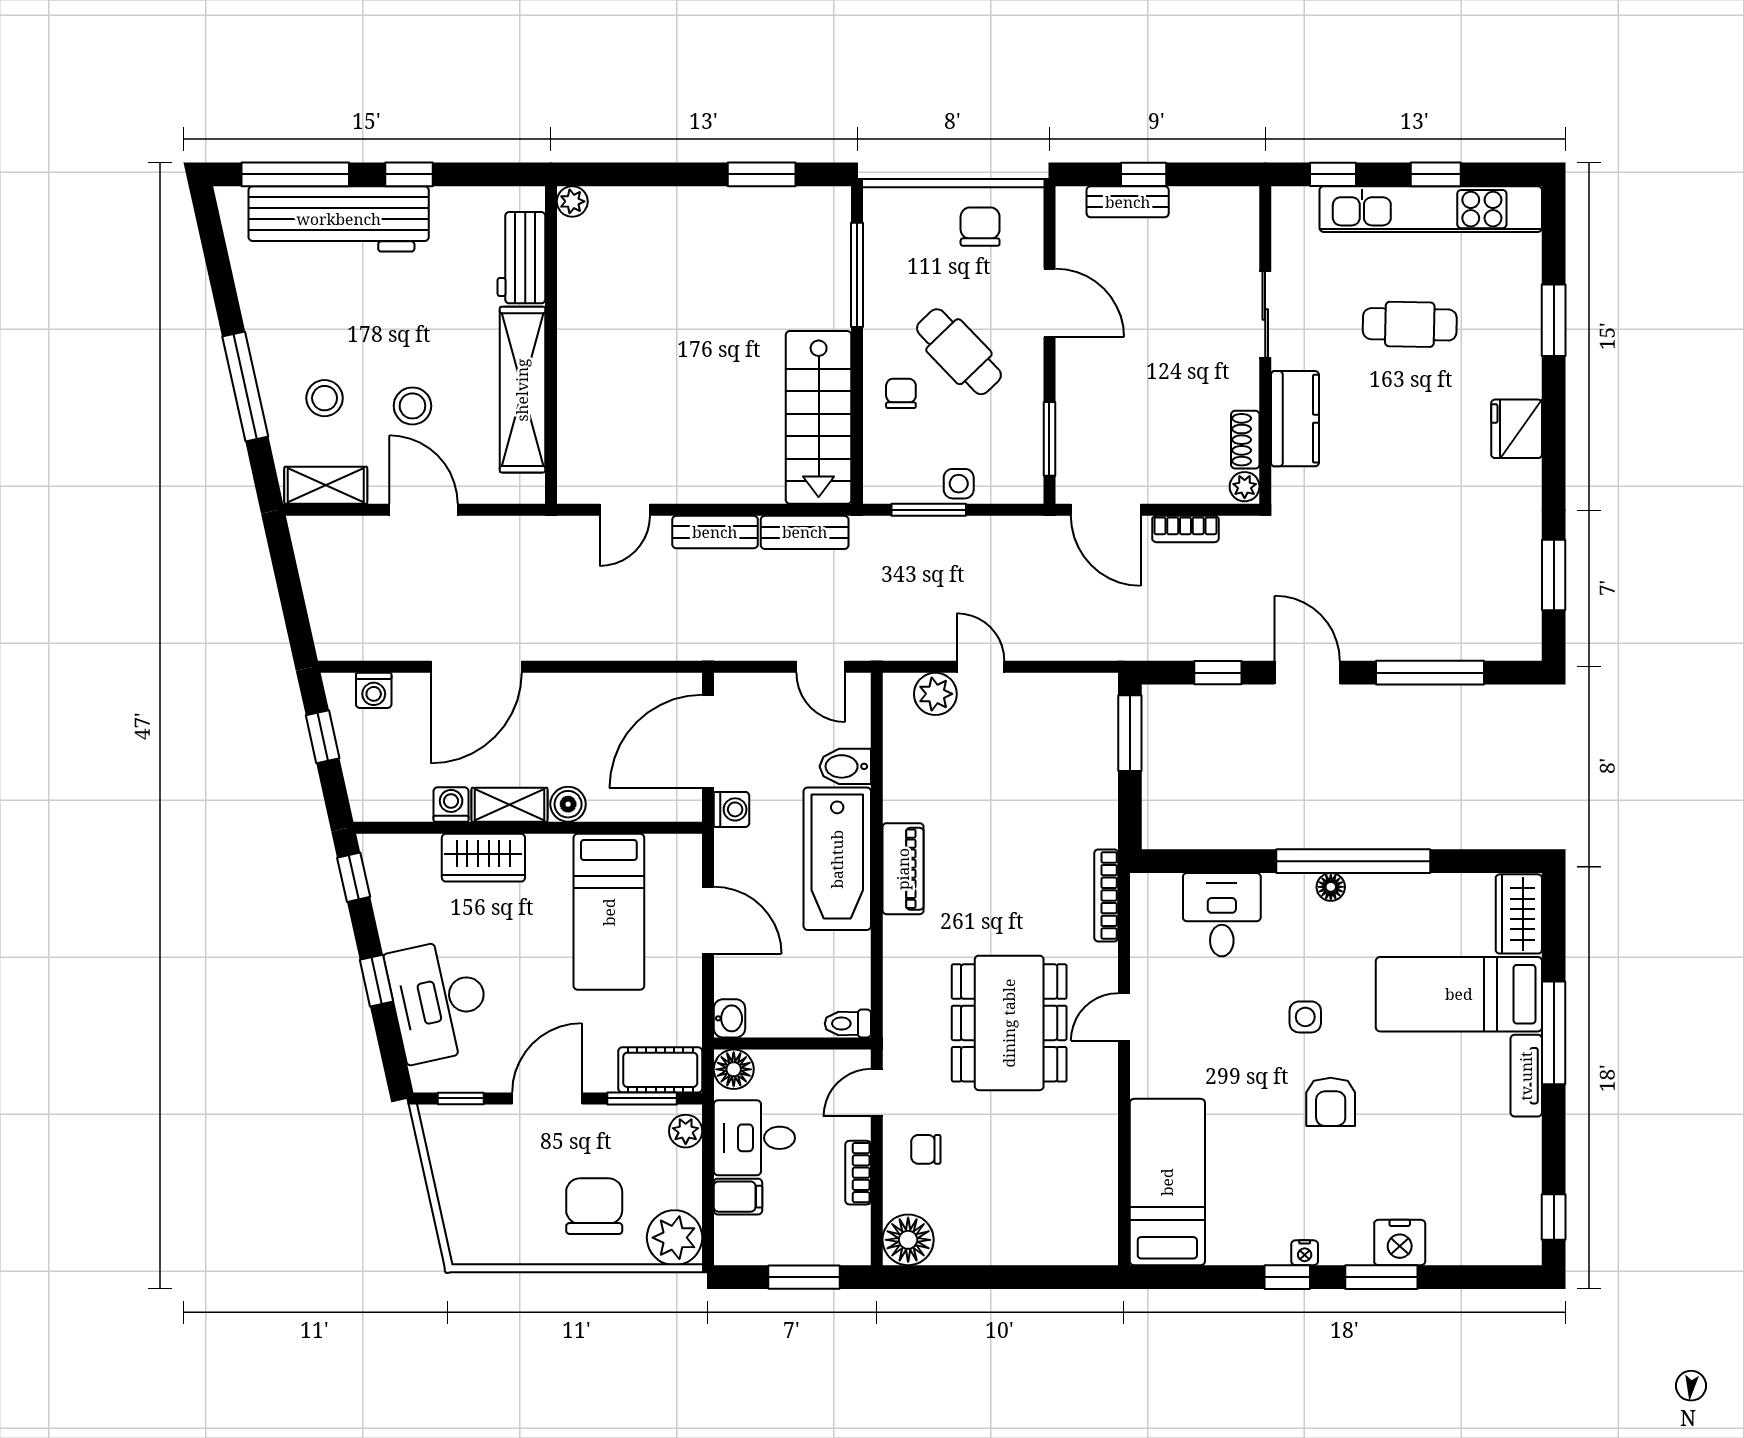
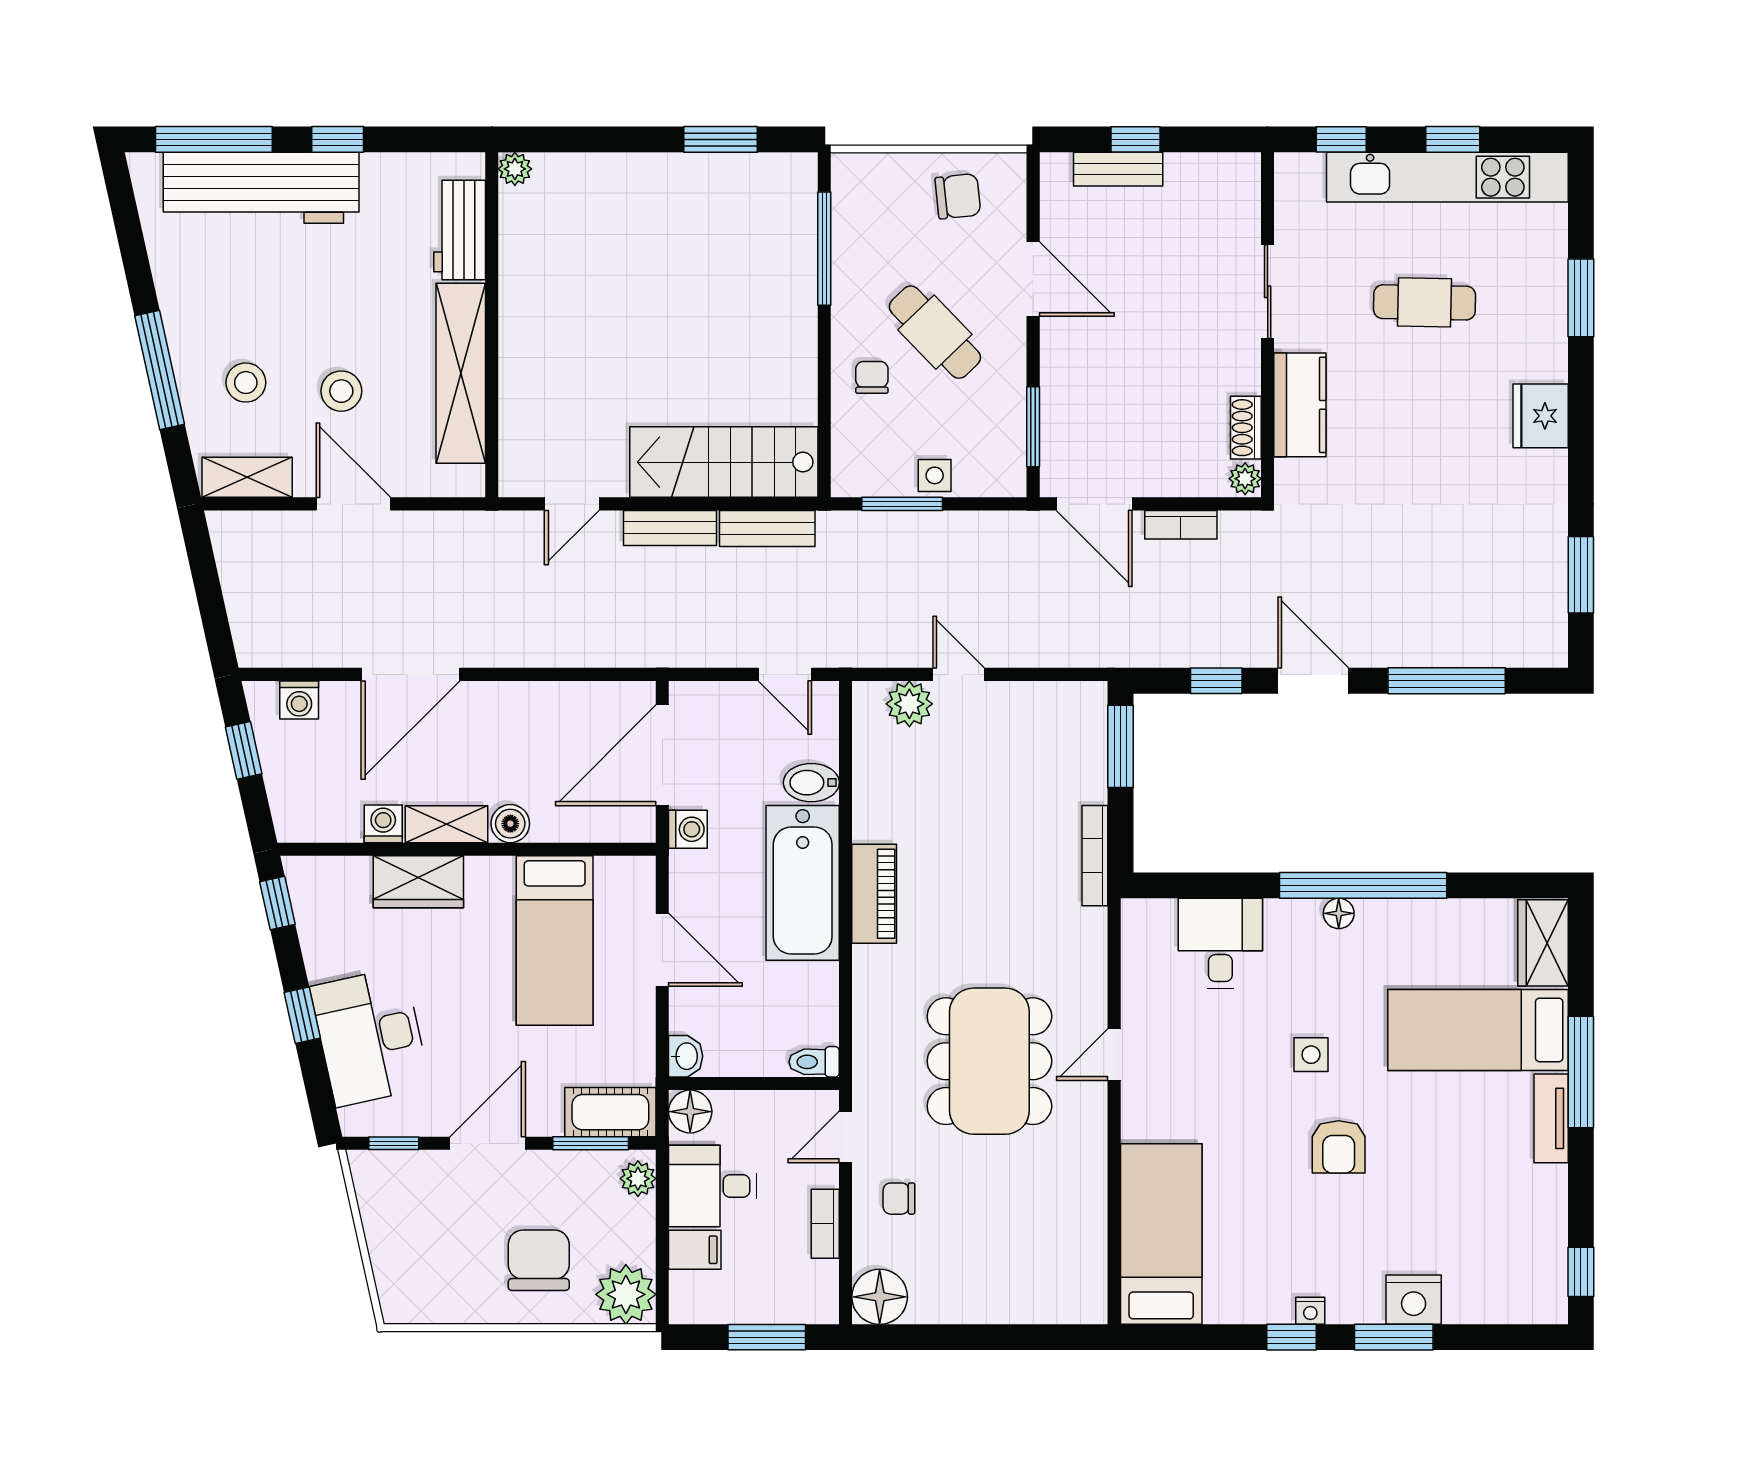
chair: (980, 227) -> (958, 196), turned 84
stairs: (819, 417) -> (724, 462), moved, turned 90
bookcase: (1106, 895) -> (1095, 856), moved

